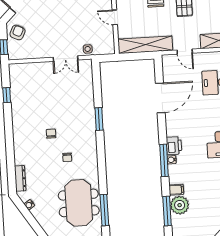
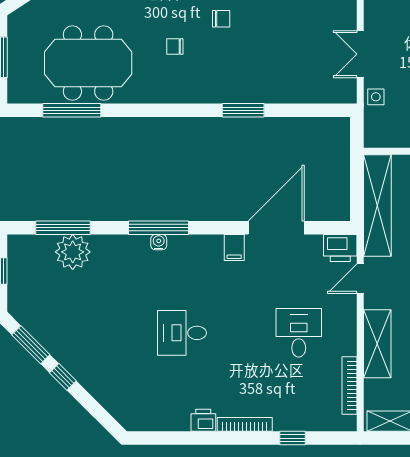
door: (160, 98) -> (276, 228), swing flipped
printer: (174, 146) -> (340, 248), moved
filing cabinet: (176, 190) -> (234, 248), moved

